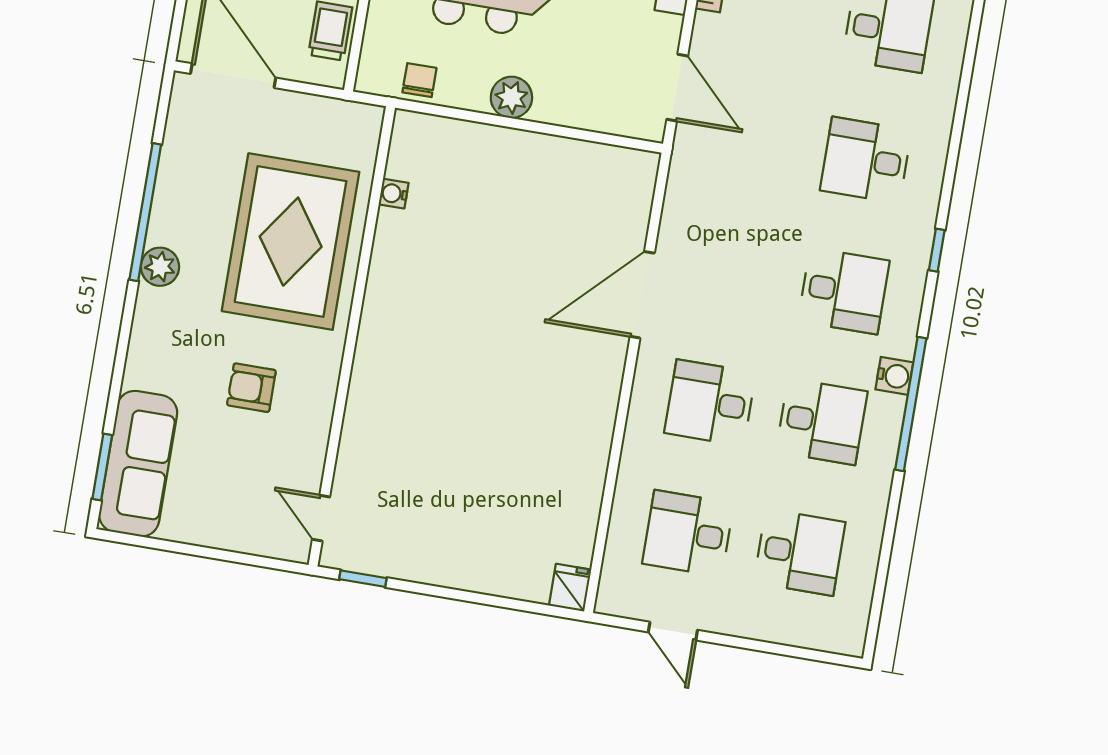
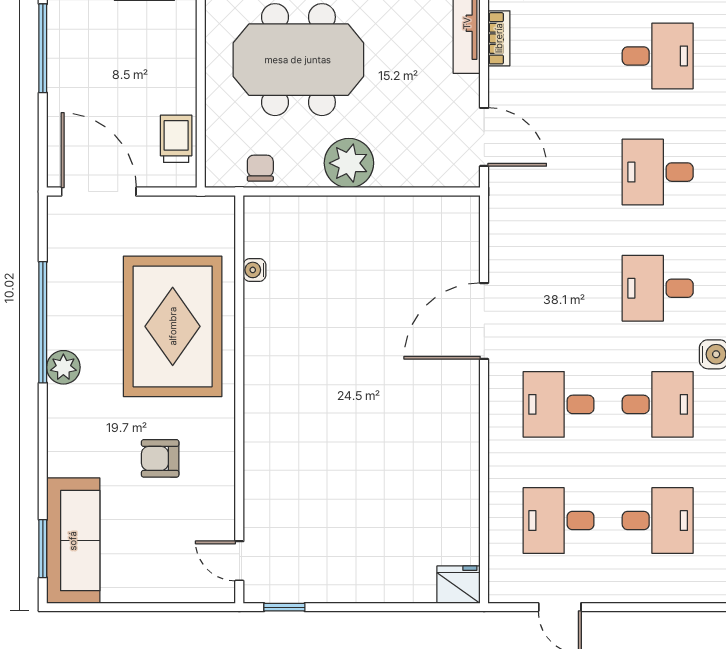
plant: (511, 97) -> (349, 163), width x1.36, depth x1.36
desk: (844, 291) -> (658, 288), turned 180
fridge: (570, 588) -> (459, 585), width x1.38

